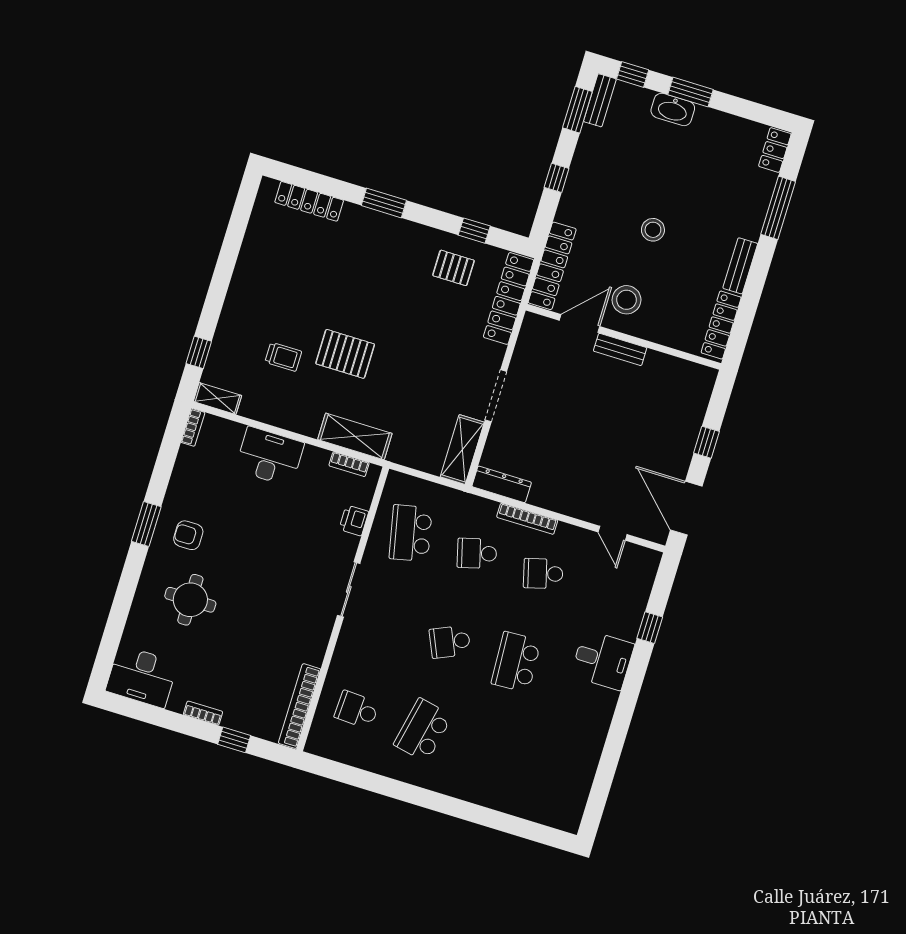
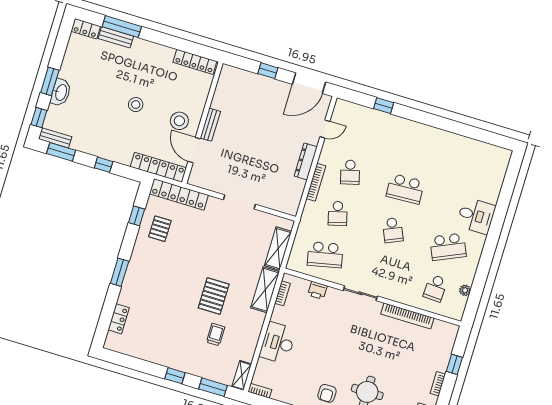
locker: (309, 201) -> (119, 319), width x0.66
bench: (740, 266) -> (116, 37), moved
window: (217, 291) -> (175, 376), added
window: (199, 352) -> (213, 387), width x1.50
shelving: (462, 450) -> (278, 249), moved, turned 90
dresser: (502, 484) -> (306, 161), moved
desk: (603, 660) -> (476, 216), moved, turned 90
bookcase: (300, 706) -> (407, 316), moved
school desk: (423, 730) -> (448, 247), turned -36
plant: (353, 757) -> (465, 290), added

